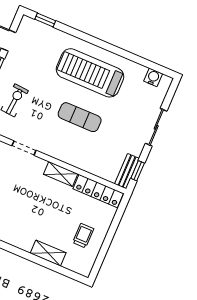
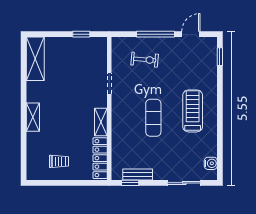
treadmill: (90, 73) -> (193, 111), width x0.73, depth x0.73
sliding door: (156, 127) -> (184, 183), moved
bench: (127, 171) -> (138, 175), moved
shelving: (48, 253) -> (33, 117), moved

